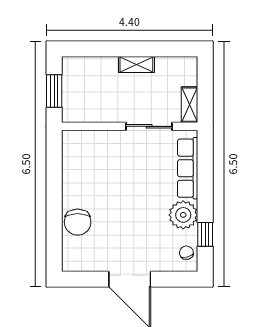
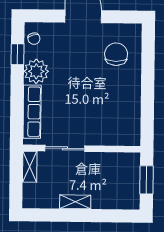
chair: (78, 222) -> (116, 54), moved

